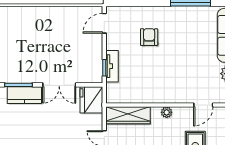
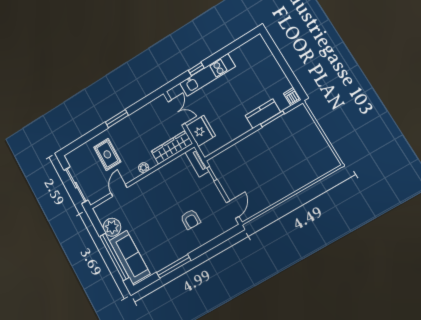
tv unit: (112, 66) -> (197, 162), moved
double door: (59, 85) -> (240, 139), removed
fridge: (91, 100) -> (201, 131), moved

